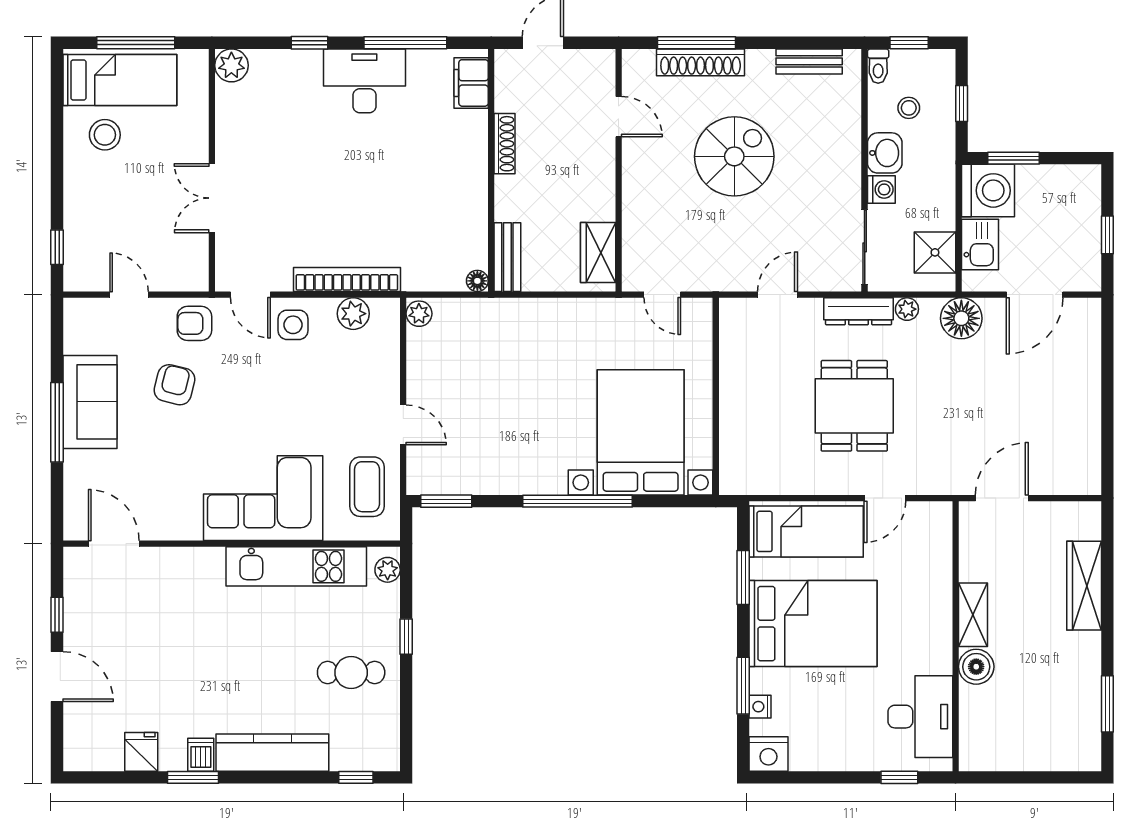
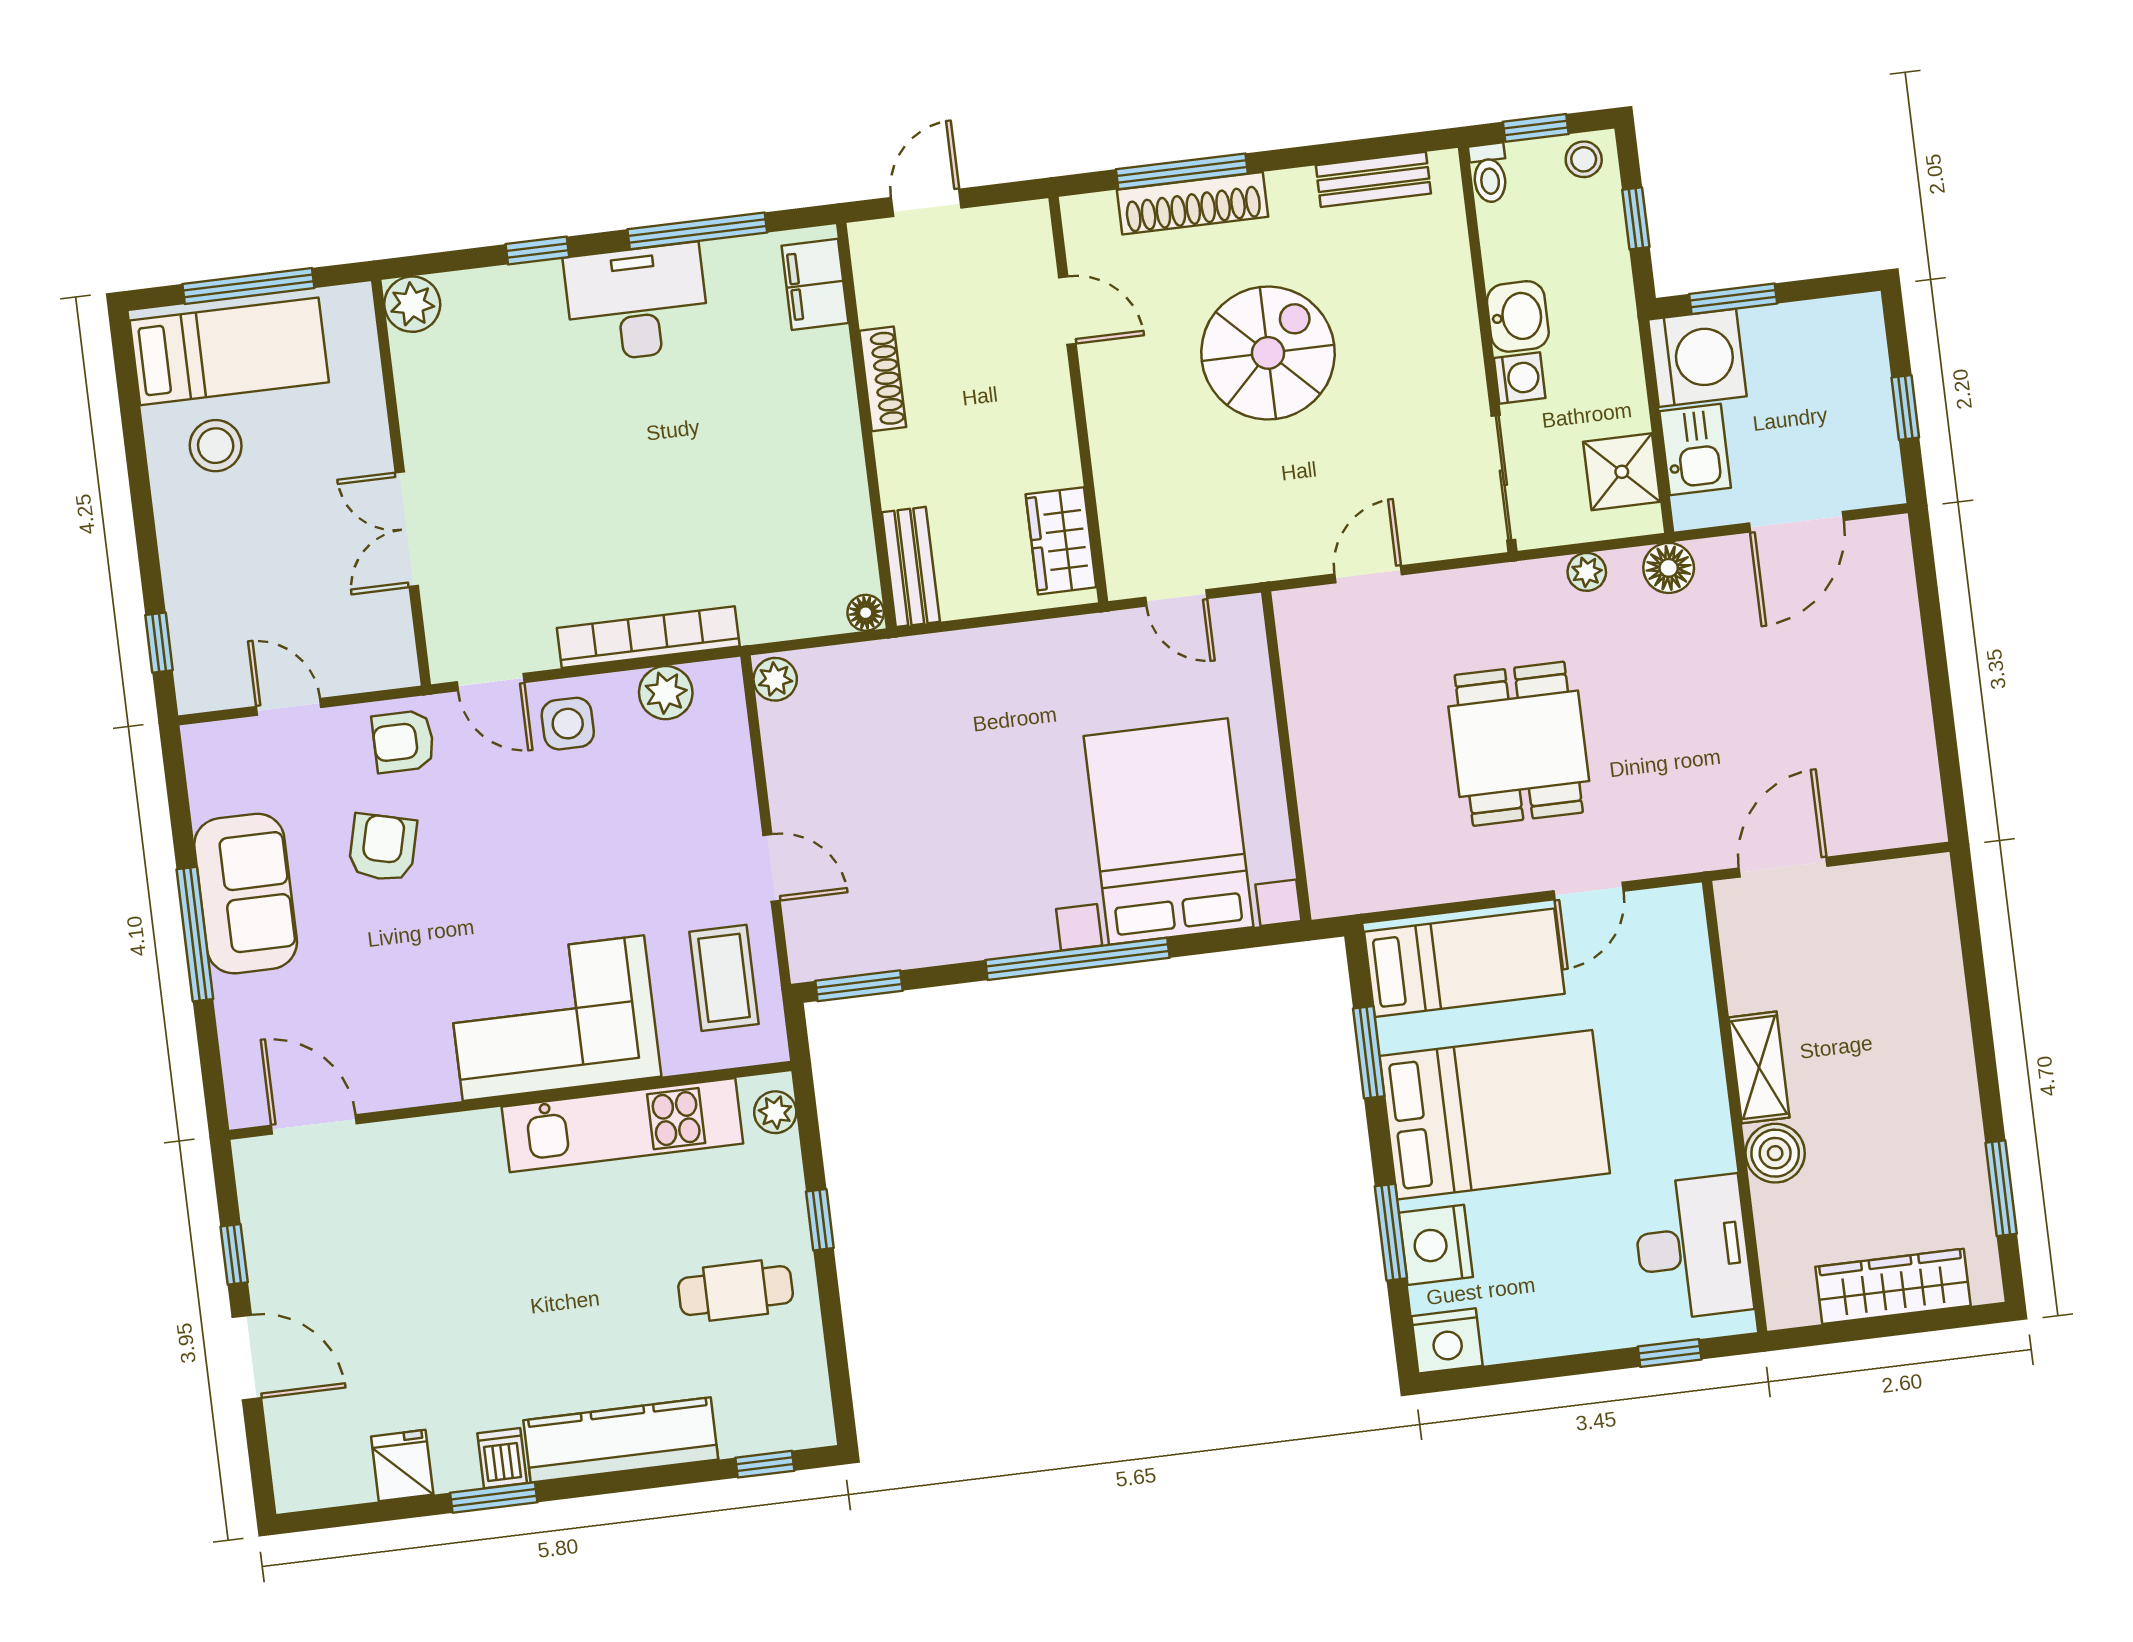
stool: (909, 108) -> (1584, 159), moved
dresser: (859, 311) -> (1507, 585), removed
floor lamp: (961, 318) -> (1669, 568), width x0.73, depth x0.73
wardrobe: (1084, 586) -> (1893, 1286), moved, turned 90
nightstand: (760, 707) -> (1436, 1245), width x1.89, depth x1.79

